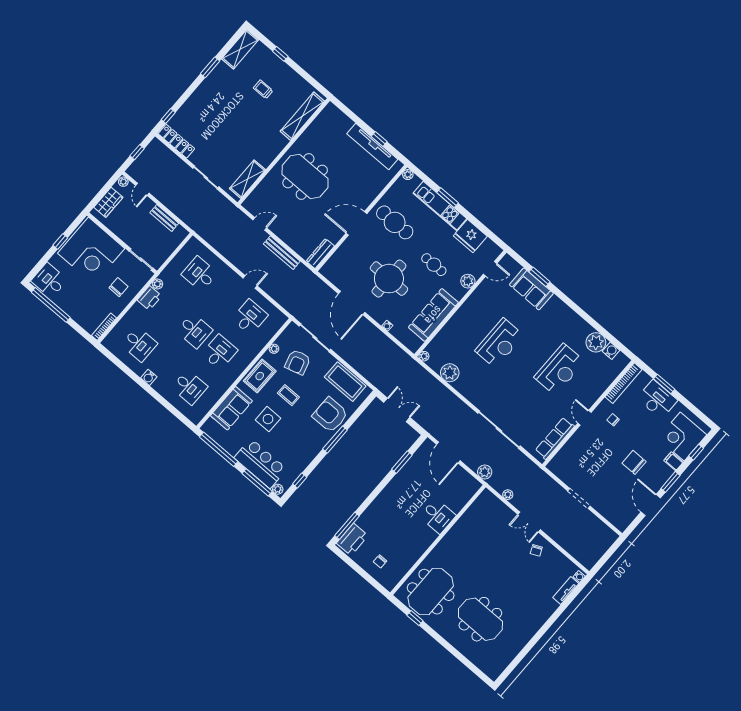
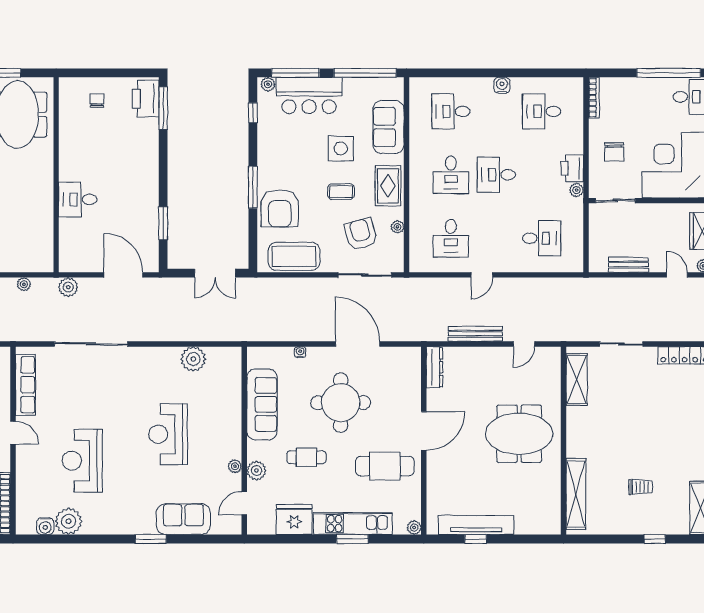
window: (540, 277) -> (151, 539), moved
plant: (424, 356) -> (235, 466), moved
armchair: (330, 415) -> (280, 208), turned 90

